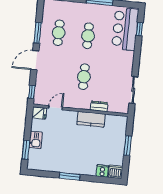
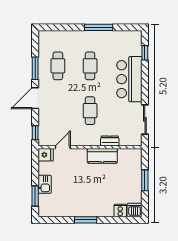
bar counter: (125, 29) -> (129, 79), moved

